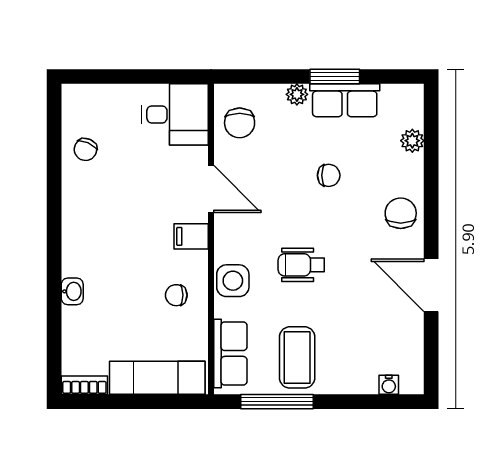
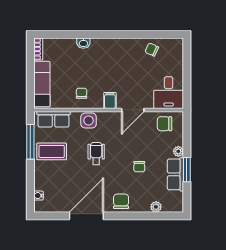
chair: (401, 213) -> (121, 201), turned -90
door: (431, 285) -> (86, 216), width x1.36

